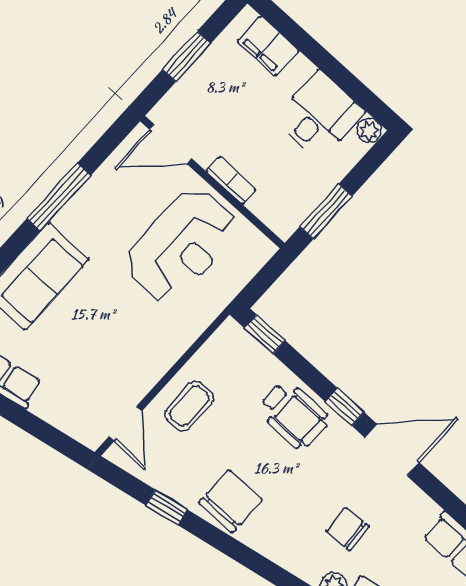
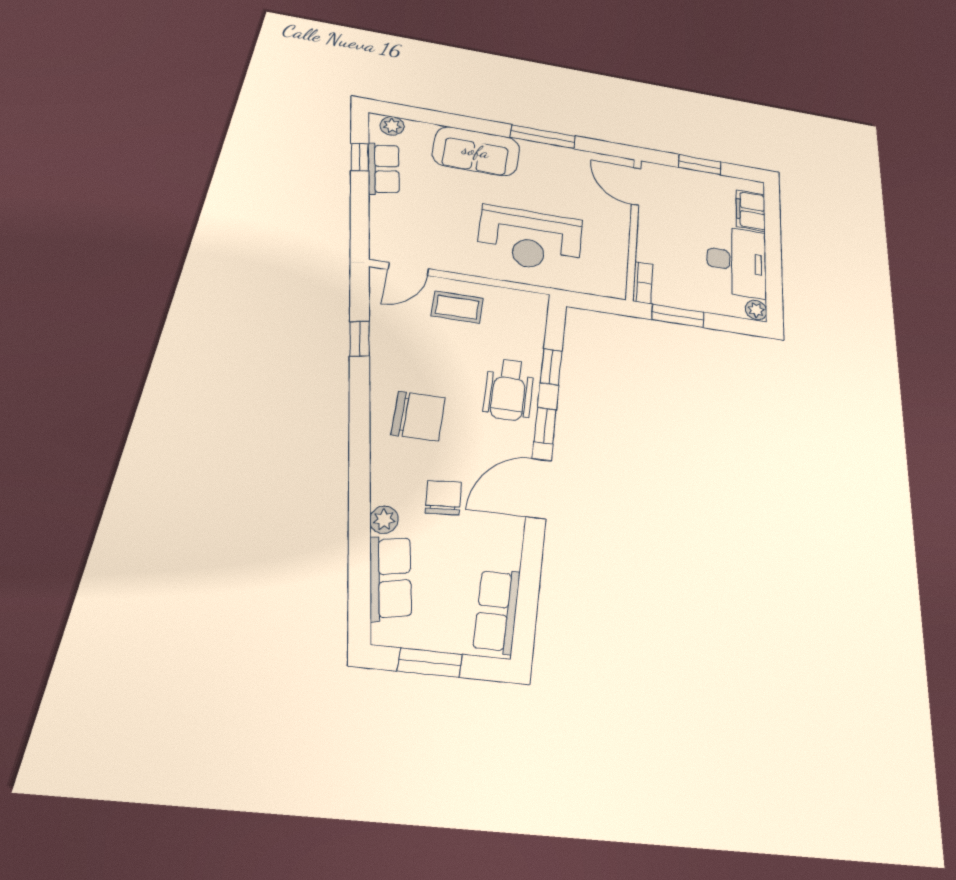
desk: (319, 116) -> (737, 261), width x1.37
bookcase: (231, 180) -> (643, 283), moved
reception desk: (181, 245) -> (530, 239), moved
window: (265, 334) -> (551, 367), moved
door: (392, 450) -> (539, 488), swing flipped
chair: (230, 501) -> (418, 416), moved

